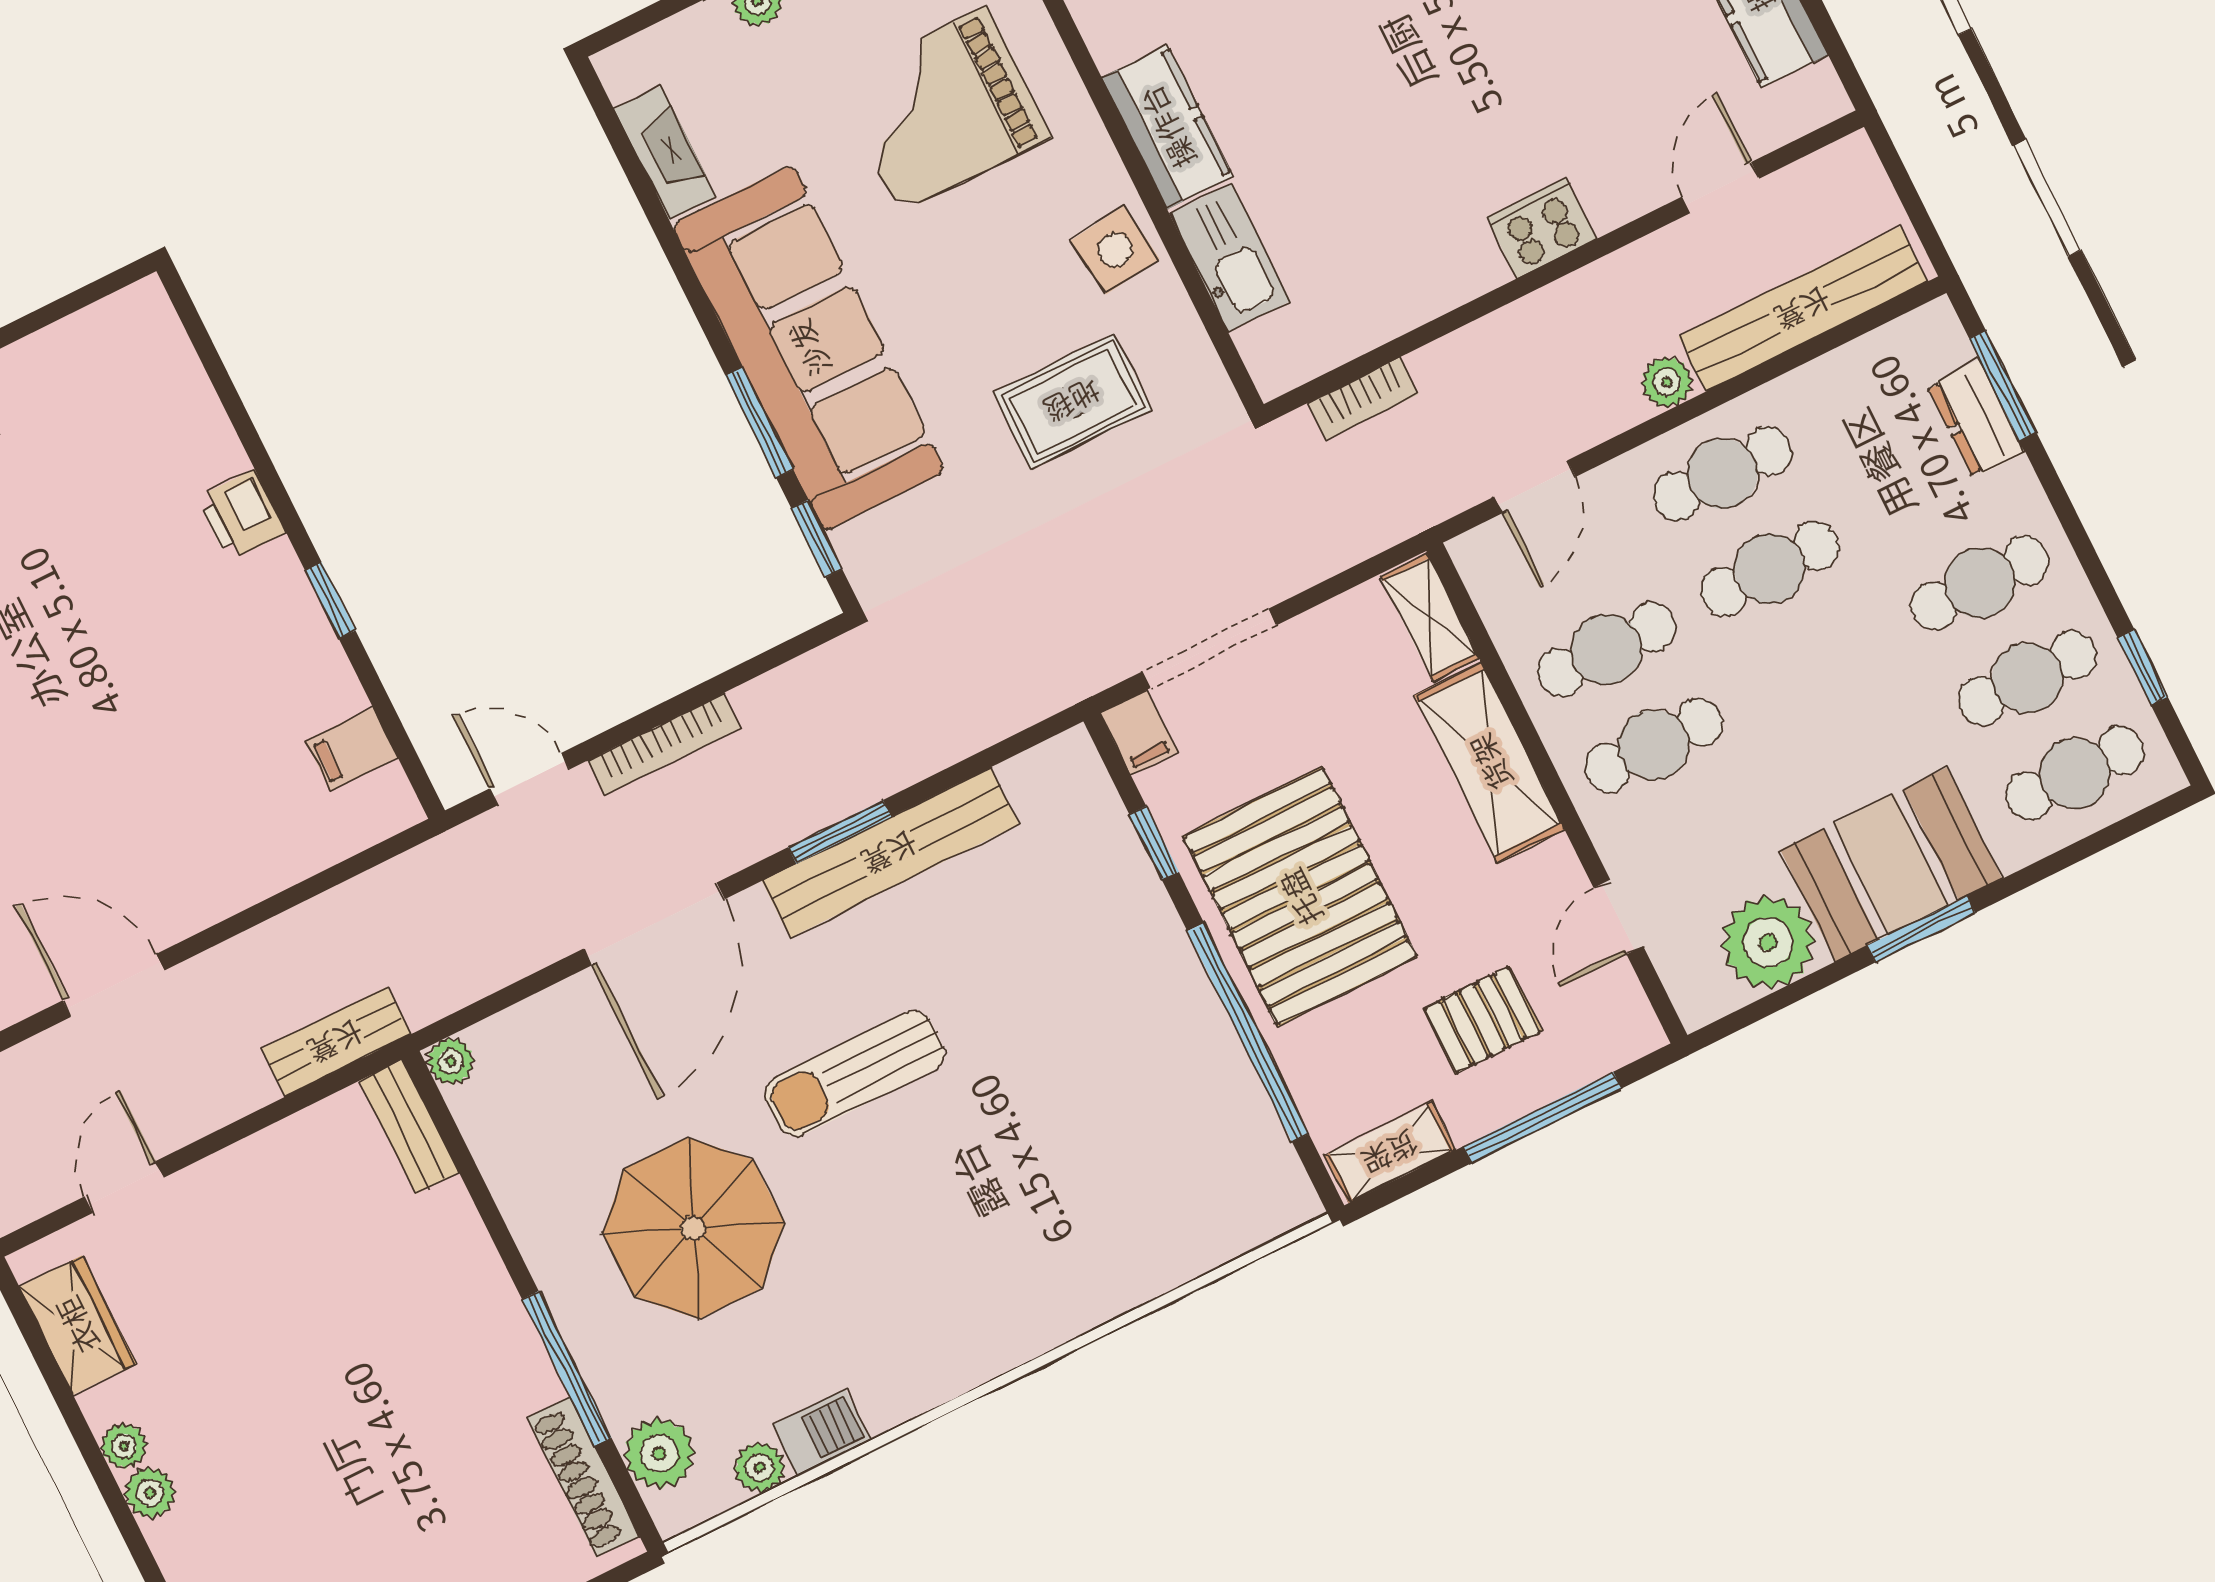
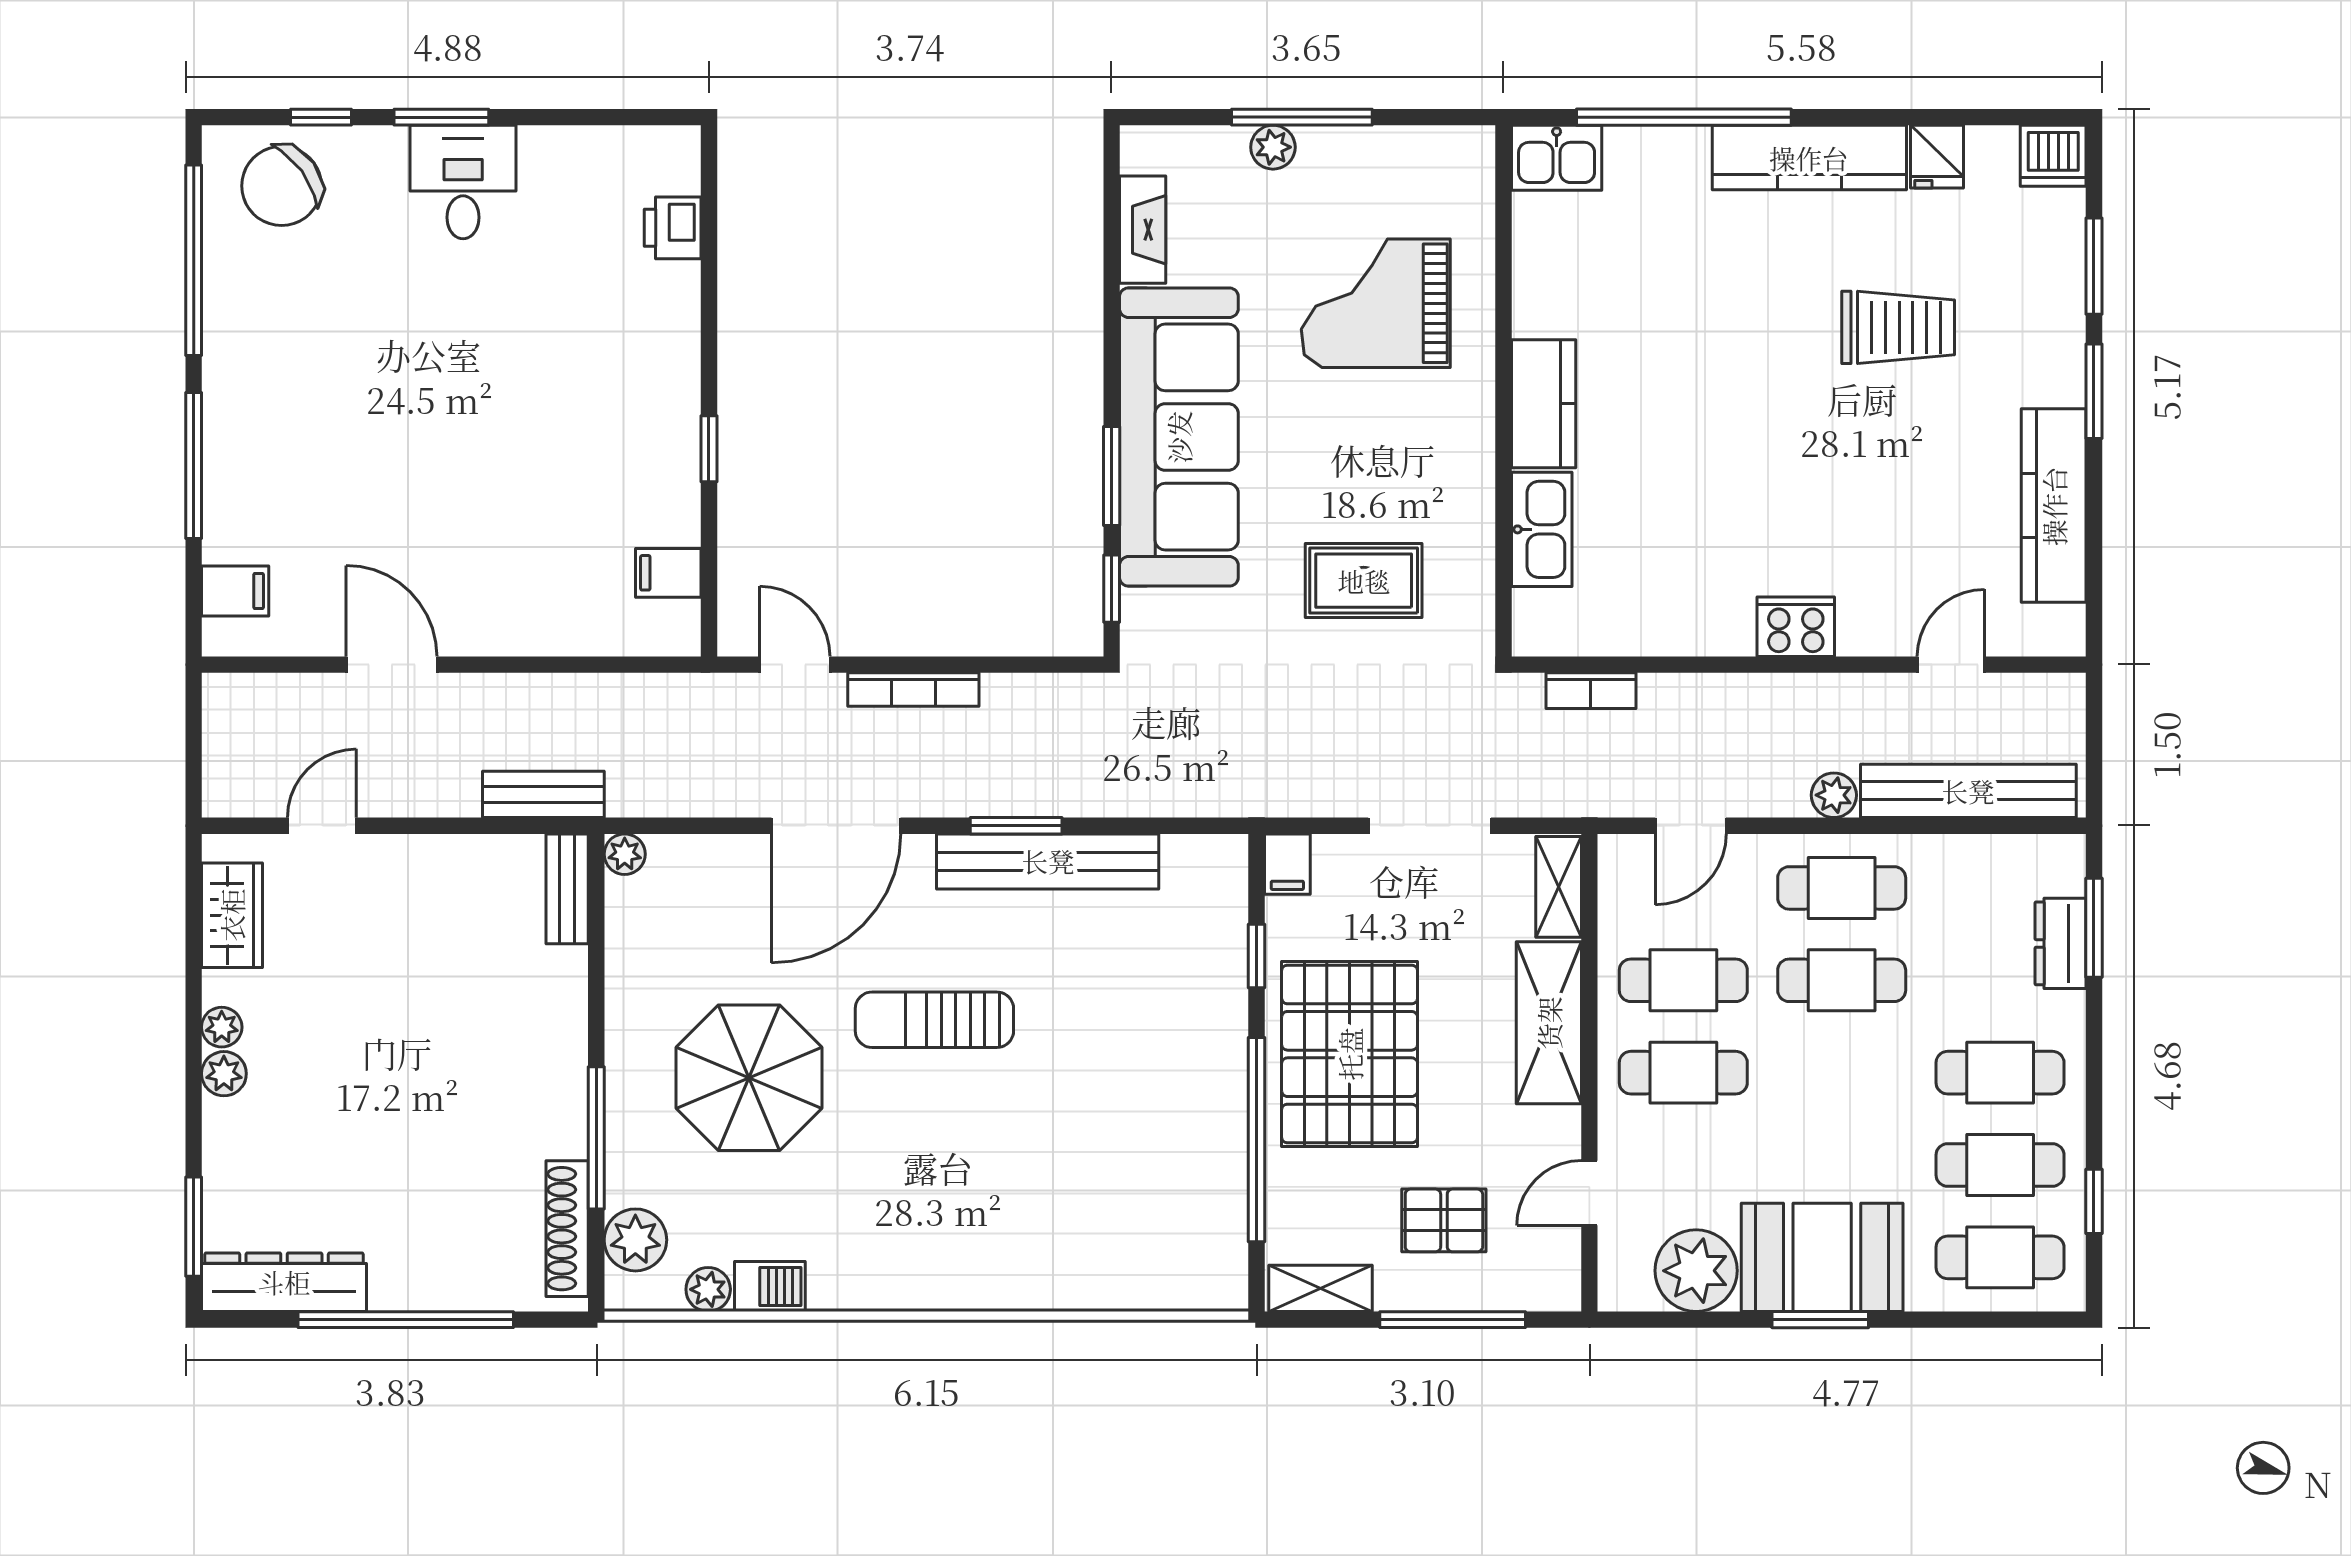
side table: (1115, 250) -> (1455, 479), removed
printer: (241, 515) -> (673, 228), moved
doorway: (1209, 648) -> (1430, 826), moved

